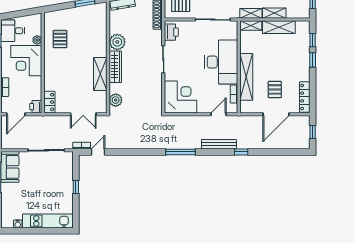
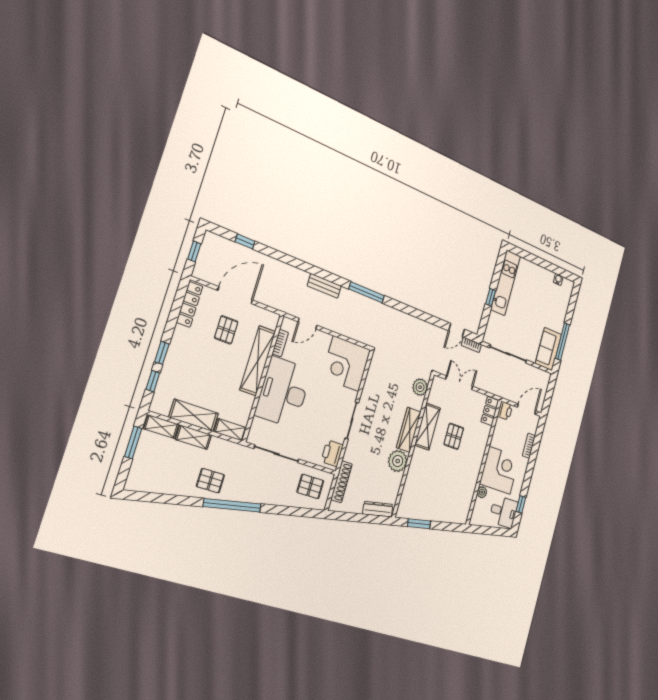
shelving: (251, 13) -> (161, 427), moved
pallet: (60, 39) -> (454, 436), moved
bench: (219, 144) -> (324, 286), width x0.73
window: (241, 152) -> (245, 241), moved
kitchen unit: (48, 221) -> (506, 283), moved, turned -90

